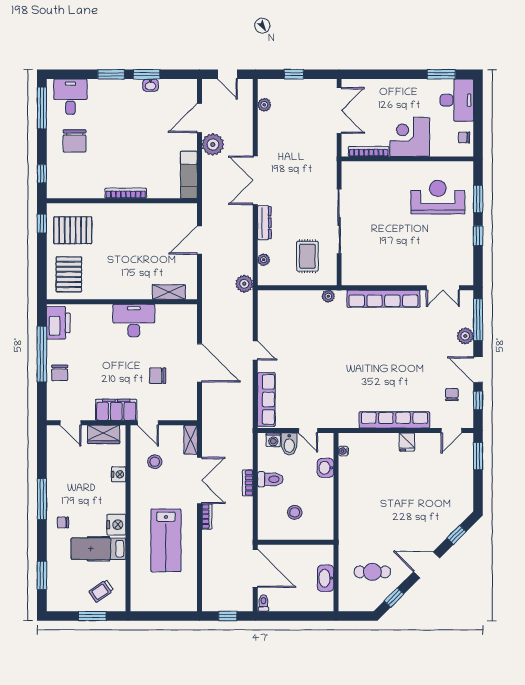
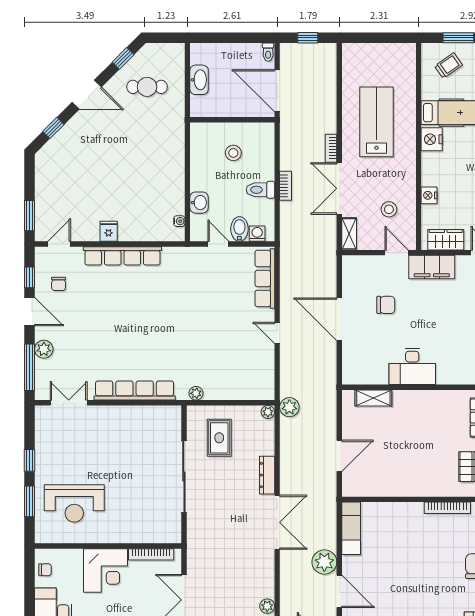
door: (199, 118) -> (339, 591), hinge flipped
bookcase: (126, 193) -> (447, 508), moved
plant: (264, 260) -> (268, 412), moved

